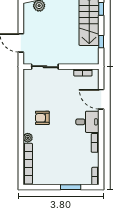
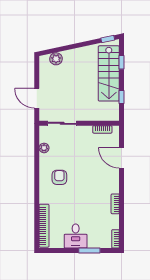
armchair: (42, 118) -> (59, 177), turned 90
desk: (87, 122) -> (76, 236), moved, turned 90
plant: (28, 138) -> (44, 148), moved

